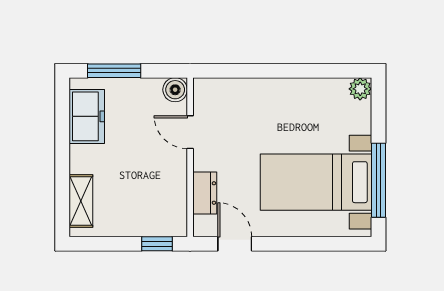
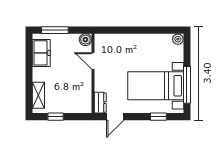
dresser: (205, 193) -> (100, 103), moved
window: (157, 244) -> (56, 117), moved
door: (235, 244) -> (115, 117), swing flipped
window: (321, 244) -> (158, 117), added

